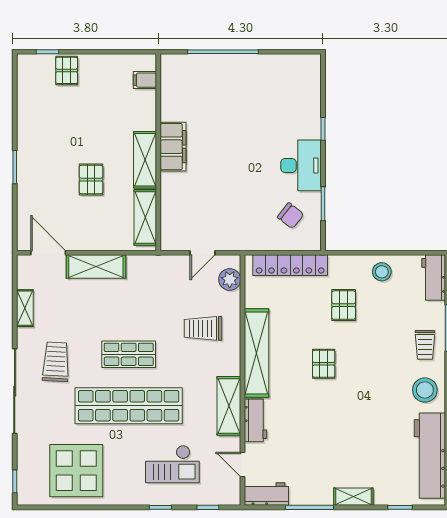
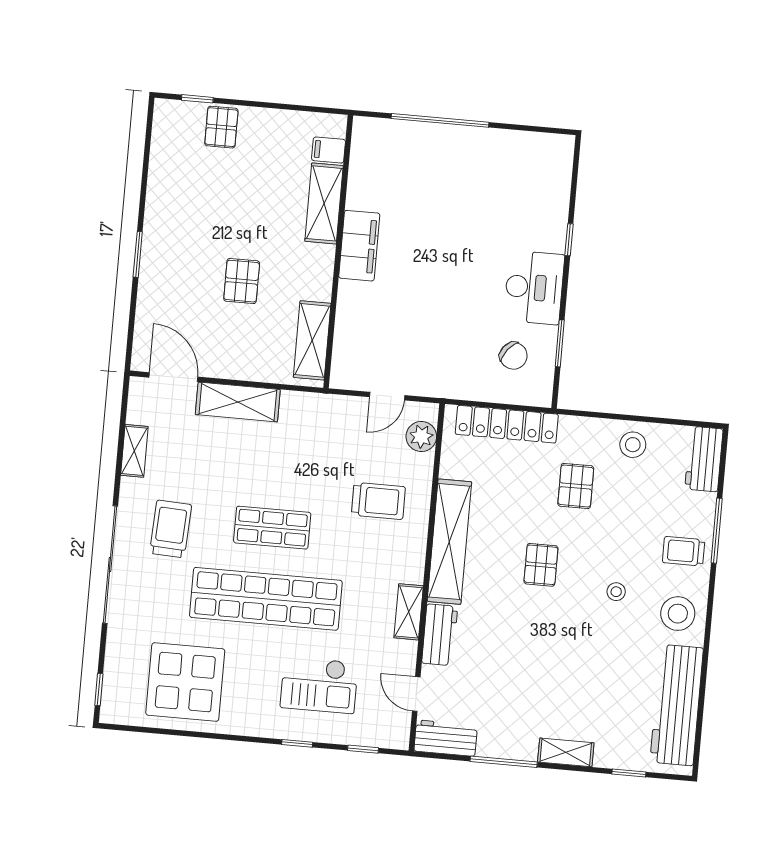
shelving: (145, 160) -> (324, 203), moved
trolley: (203, 328) -> (378, 501), turned 180
trolley: (425, 345) -> (684, 551), turned 90
stool: (379, 378) -> (616, 592), added
shelving: (229, 406) -> (409, 612), width x0.67, depth x0.75

